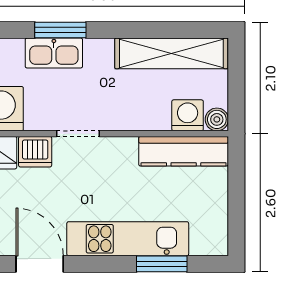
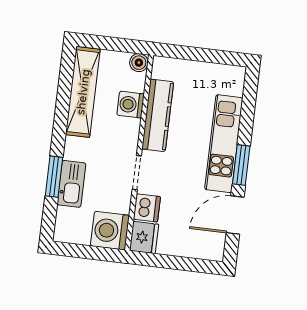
washing machine: (188, 115) -> (131, 105), moved
kitchen counter: (184, 151) -> (158, 115), moved
window: (162, 264) -> (241, 165), moved

